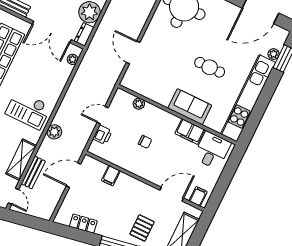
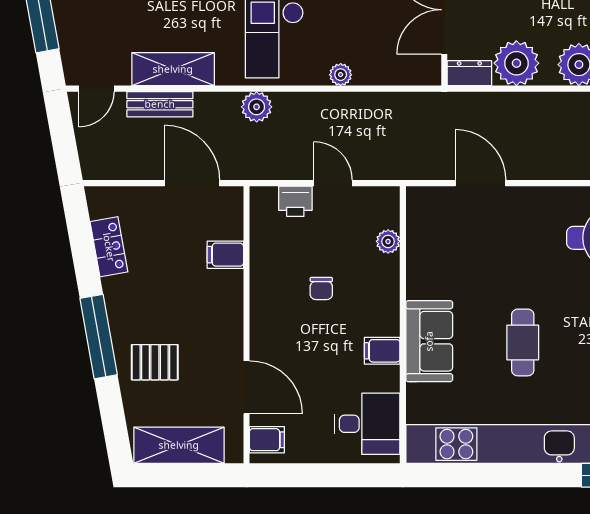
door: (133, 52) -> (480, 183), hinge flipped
plant: (73, 59) -> (341, 75), moved
filing cabinet: (190, 132) -> (382, 351), width x0.50

